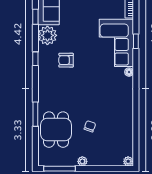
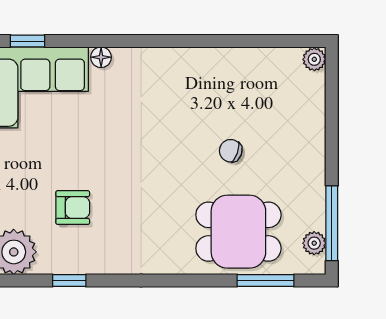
armchair: (66, 60) -> (73, 208), turned -90
window: (35, 114) -> (265, 281), moved
plant: (82, 161) -> (314, 243), moved

